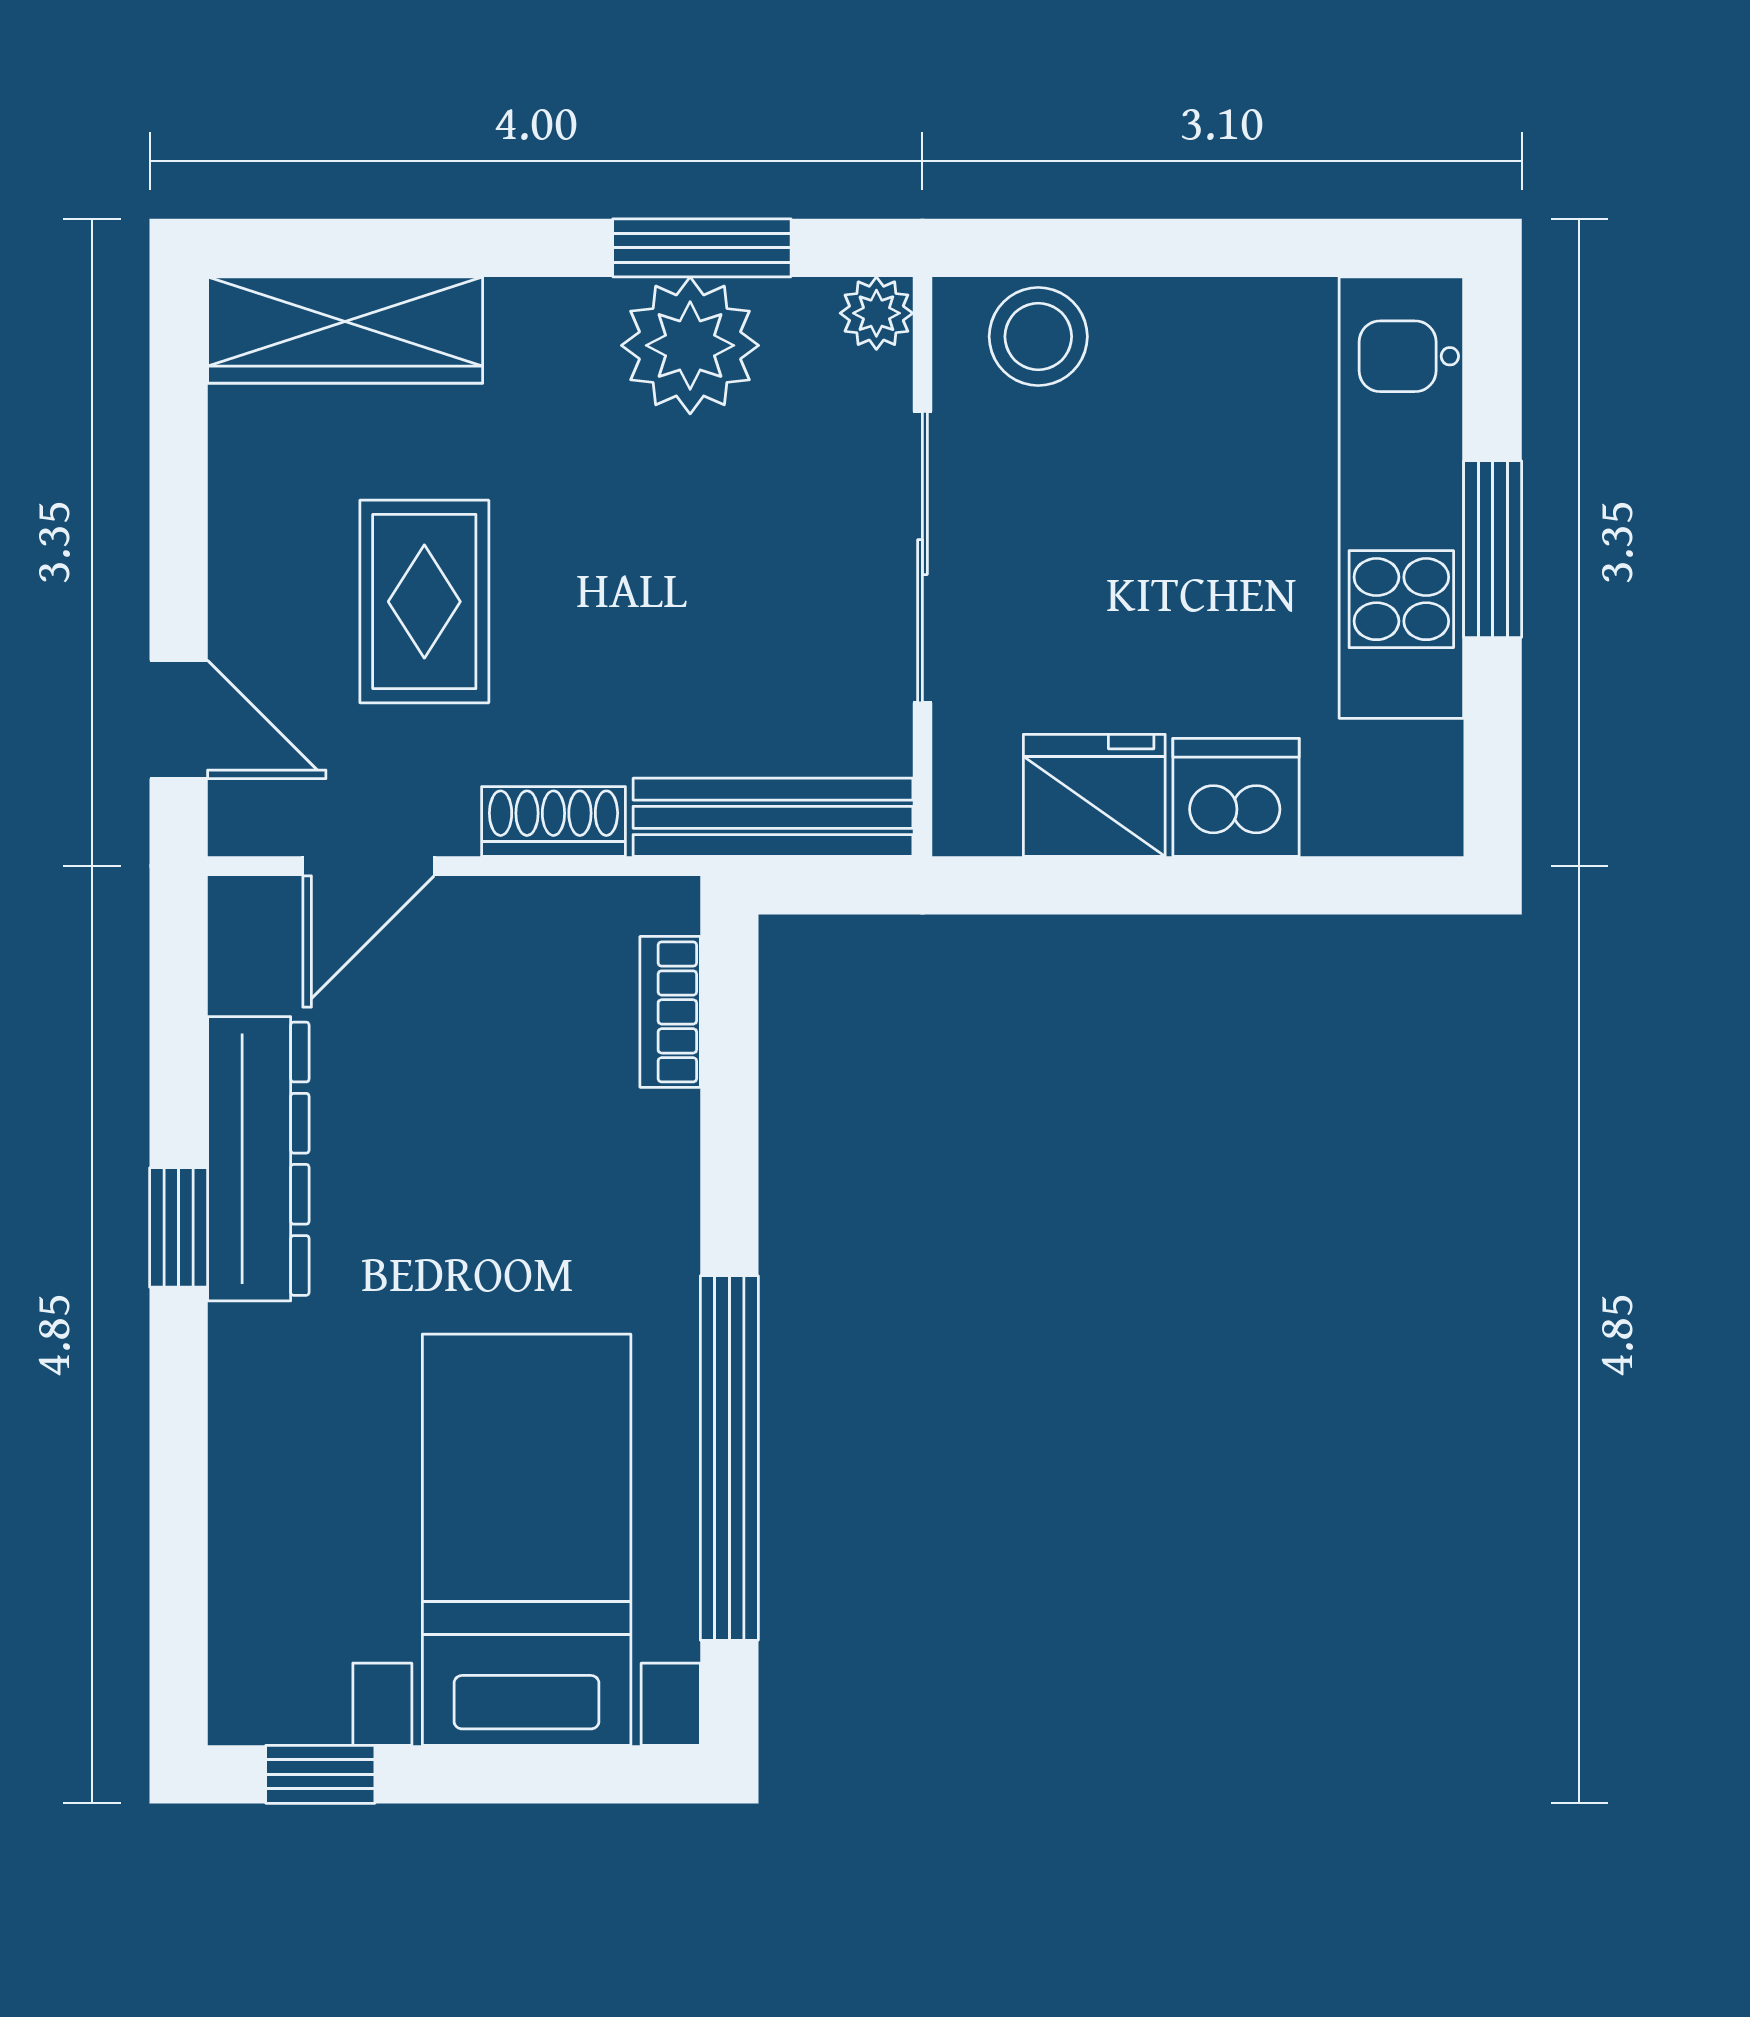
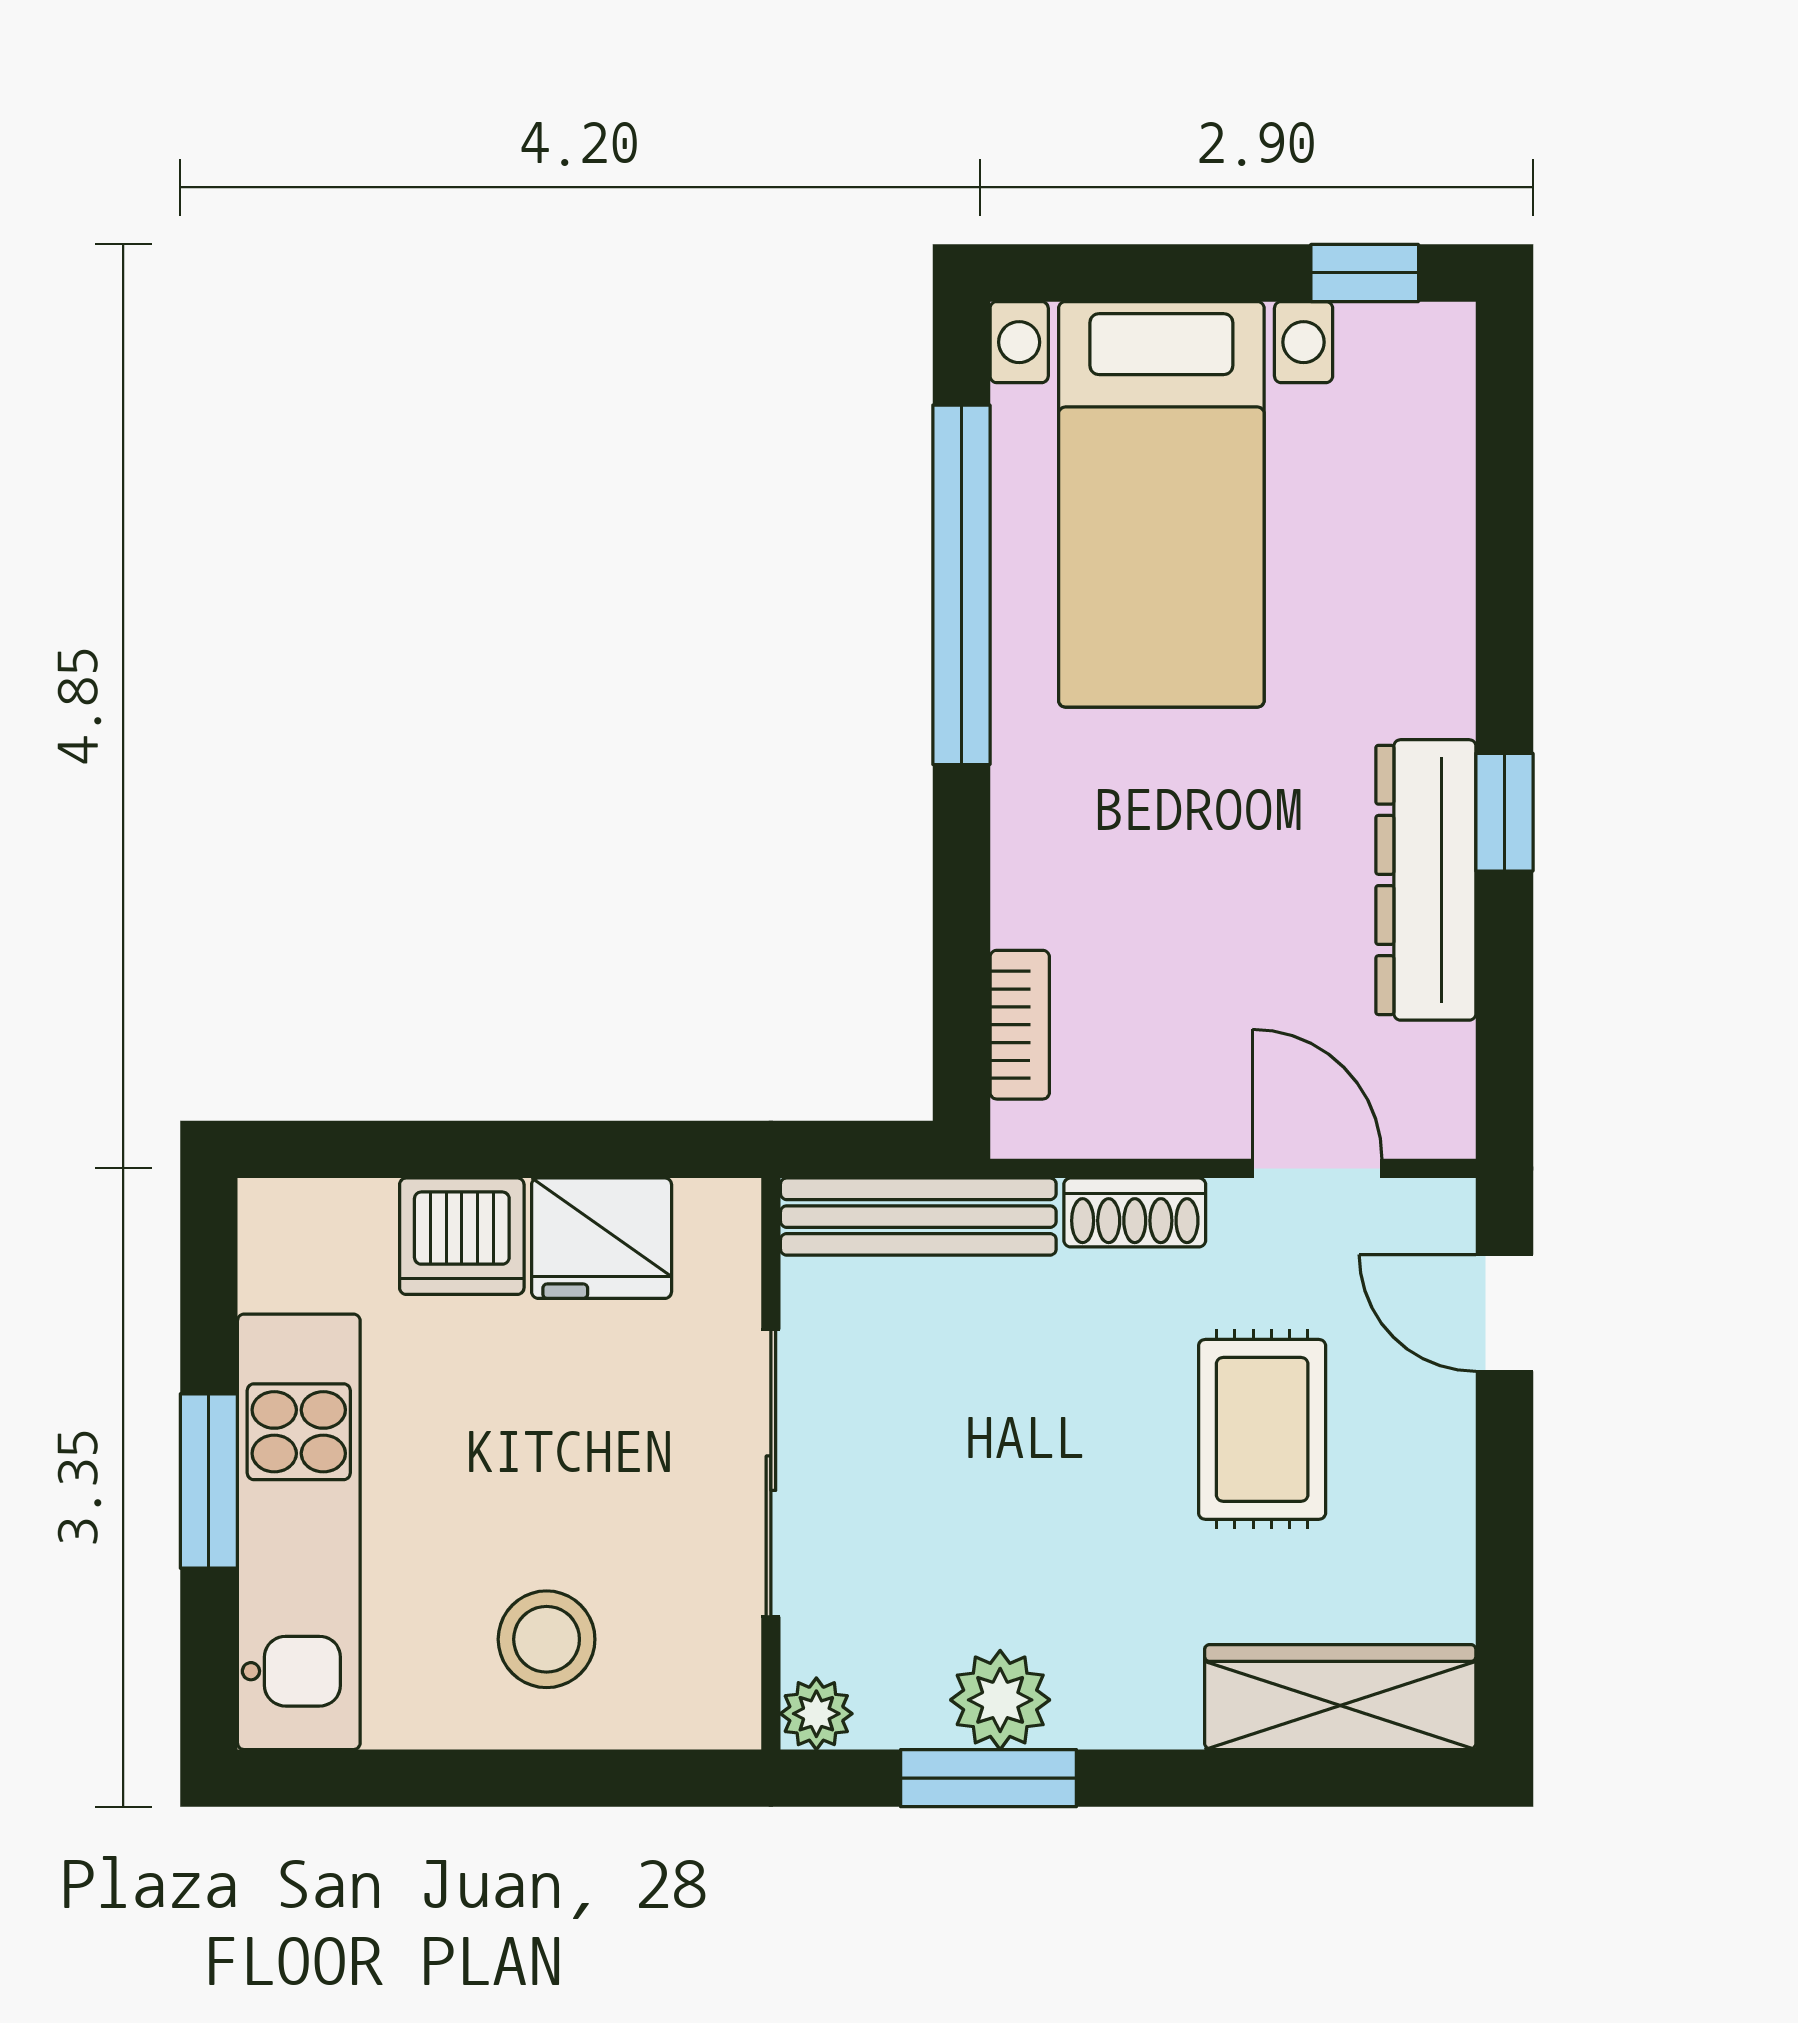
stool: (1038, 337) -> (547, 1639), moved
plant: (690, 345) -> (1000, 1700), width x0.73, depth x0.73
door: (369, 866) -> (1317, 1168), hinge flipped

